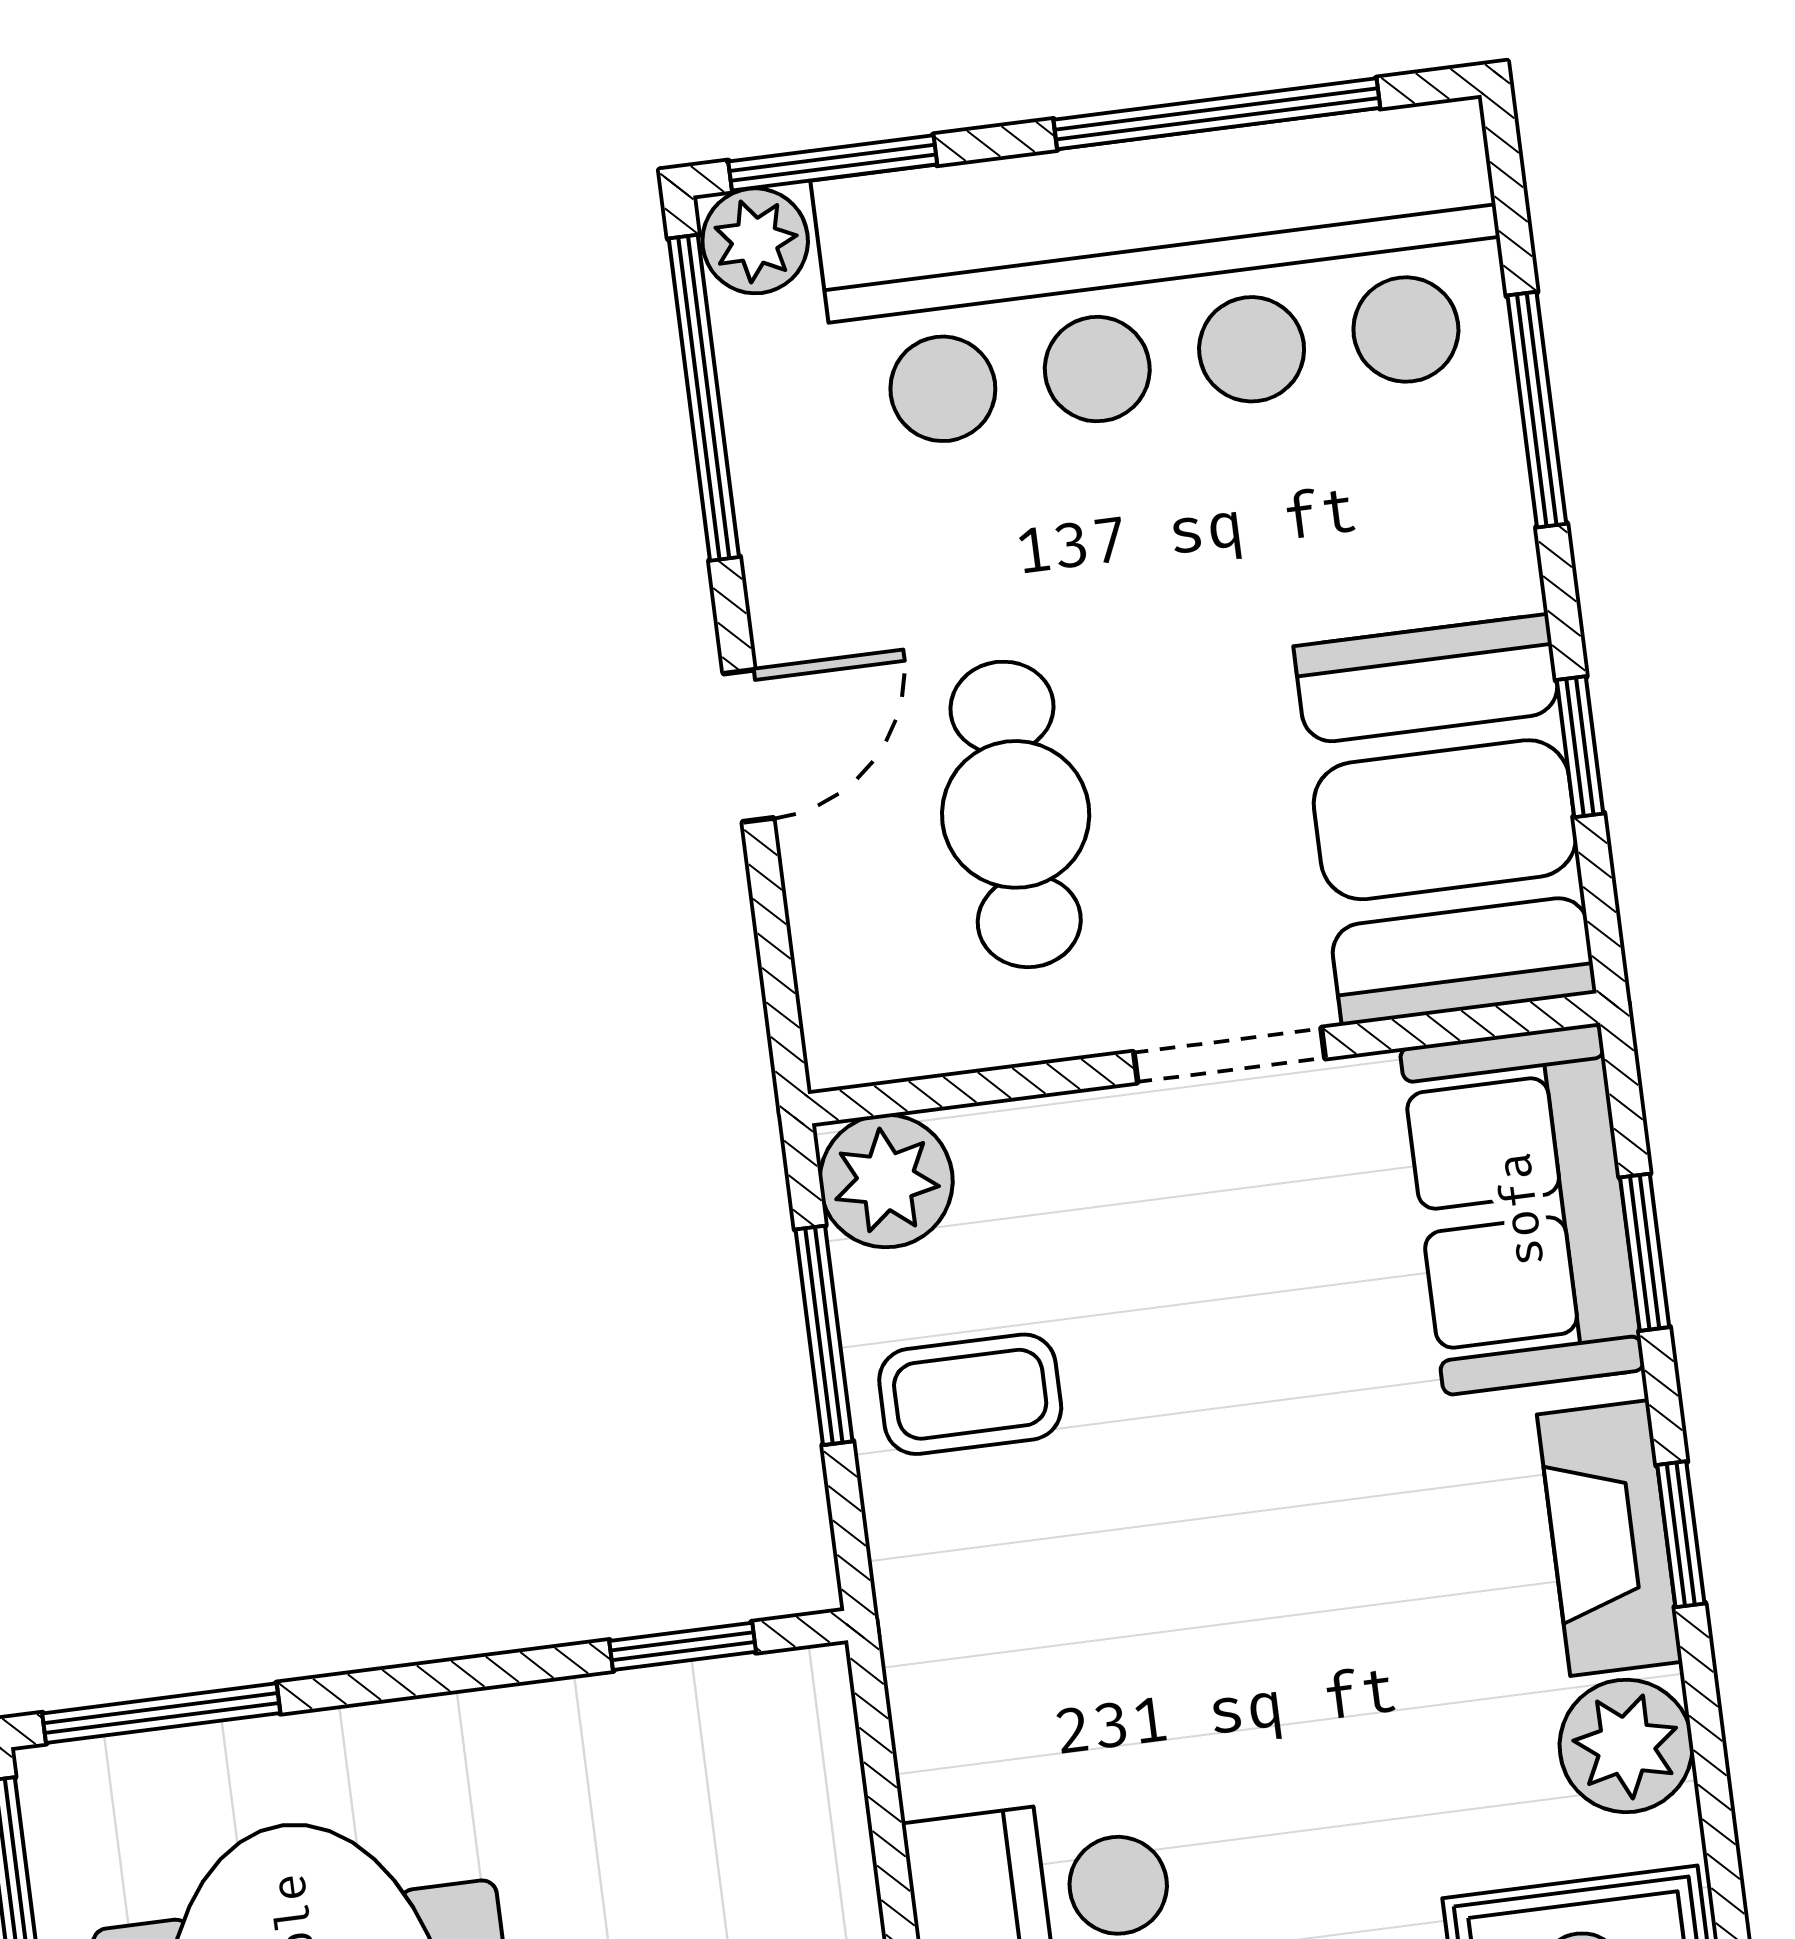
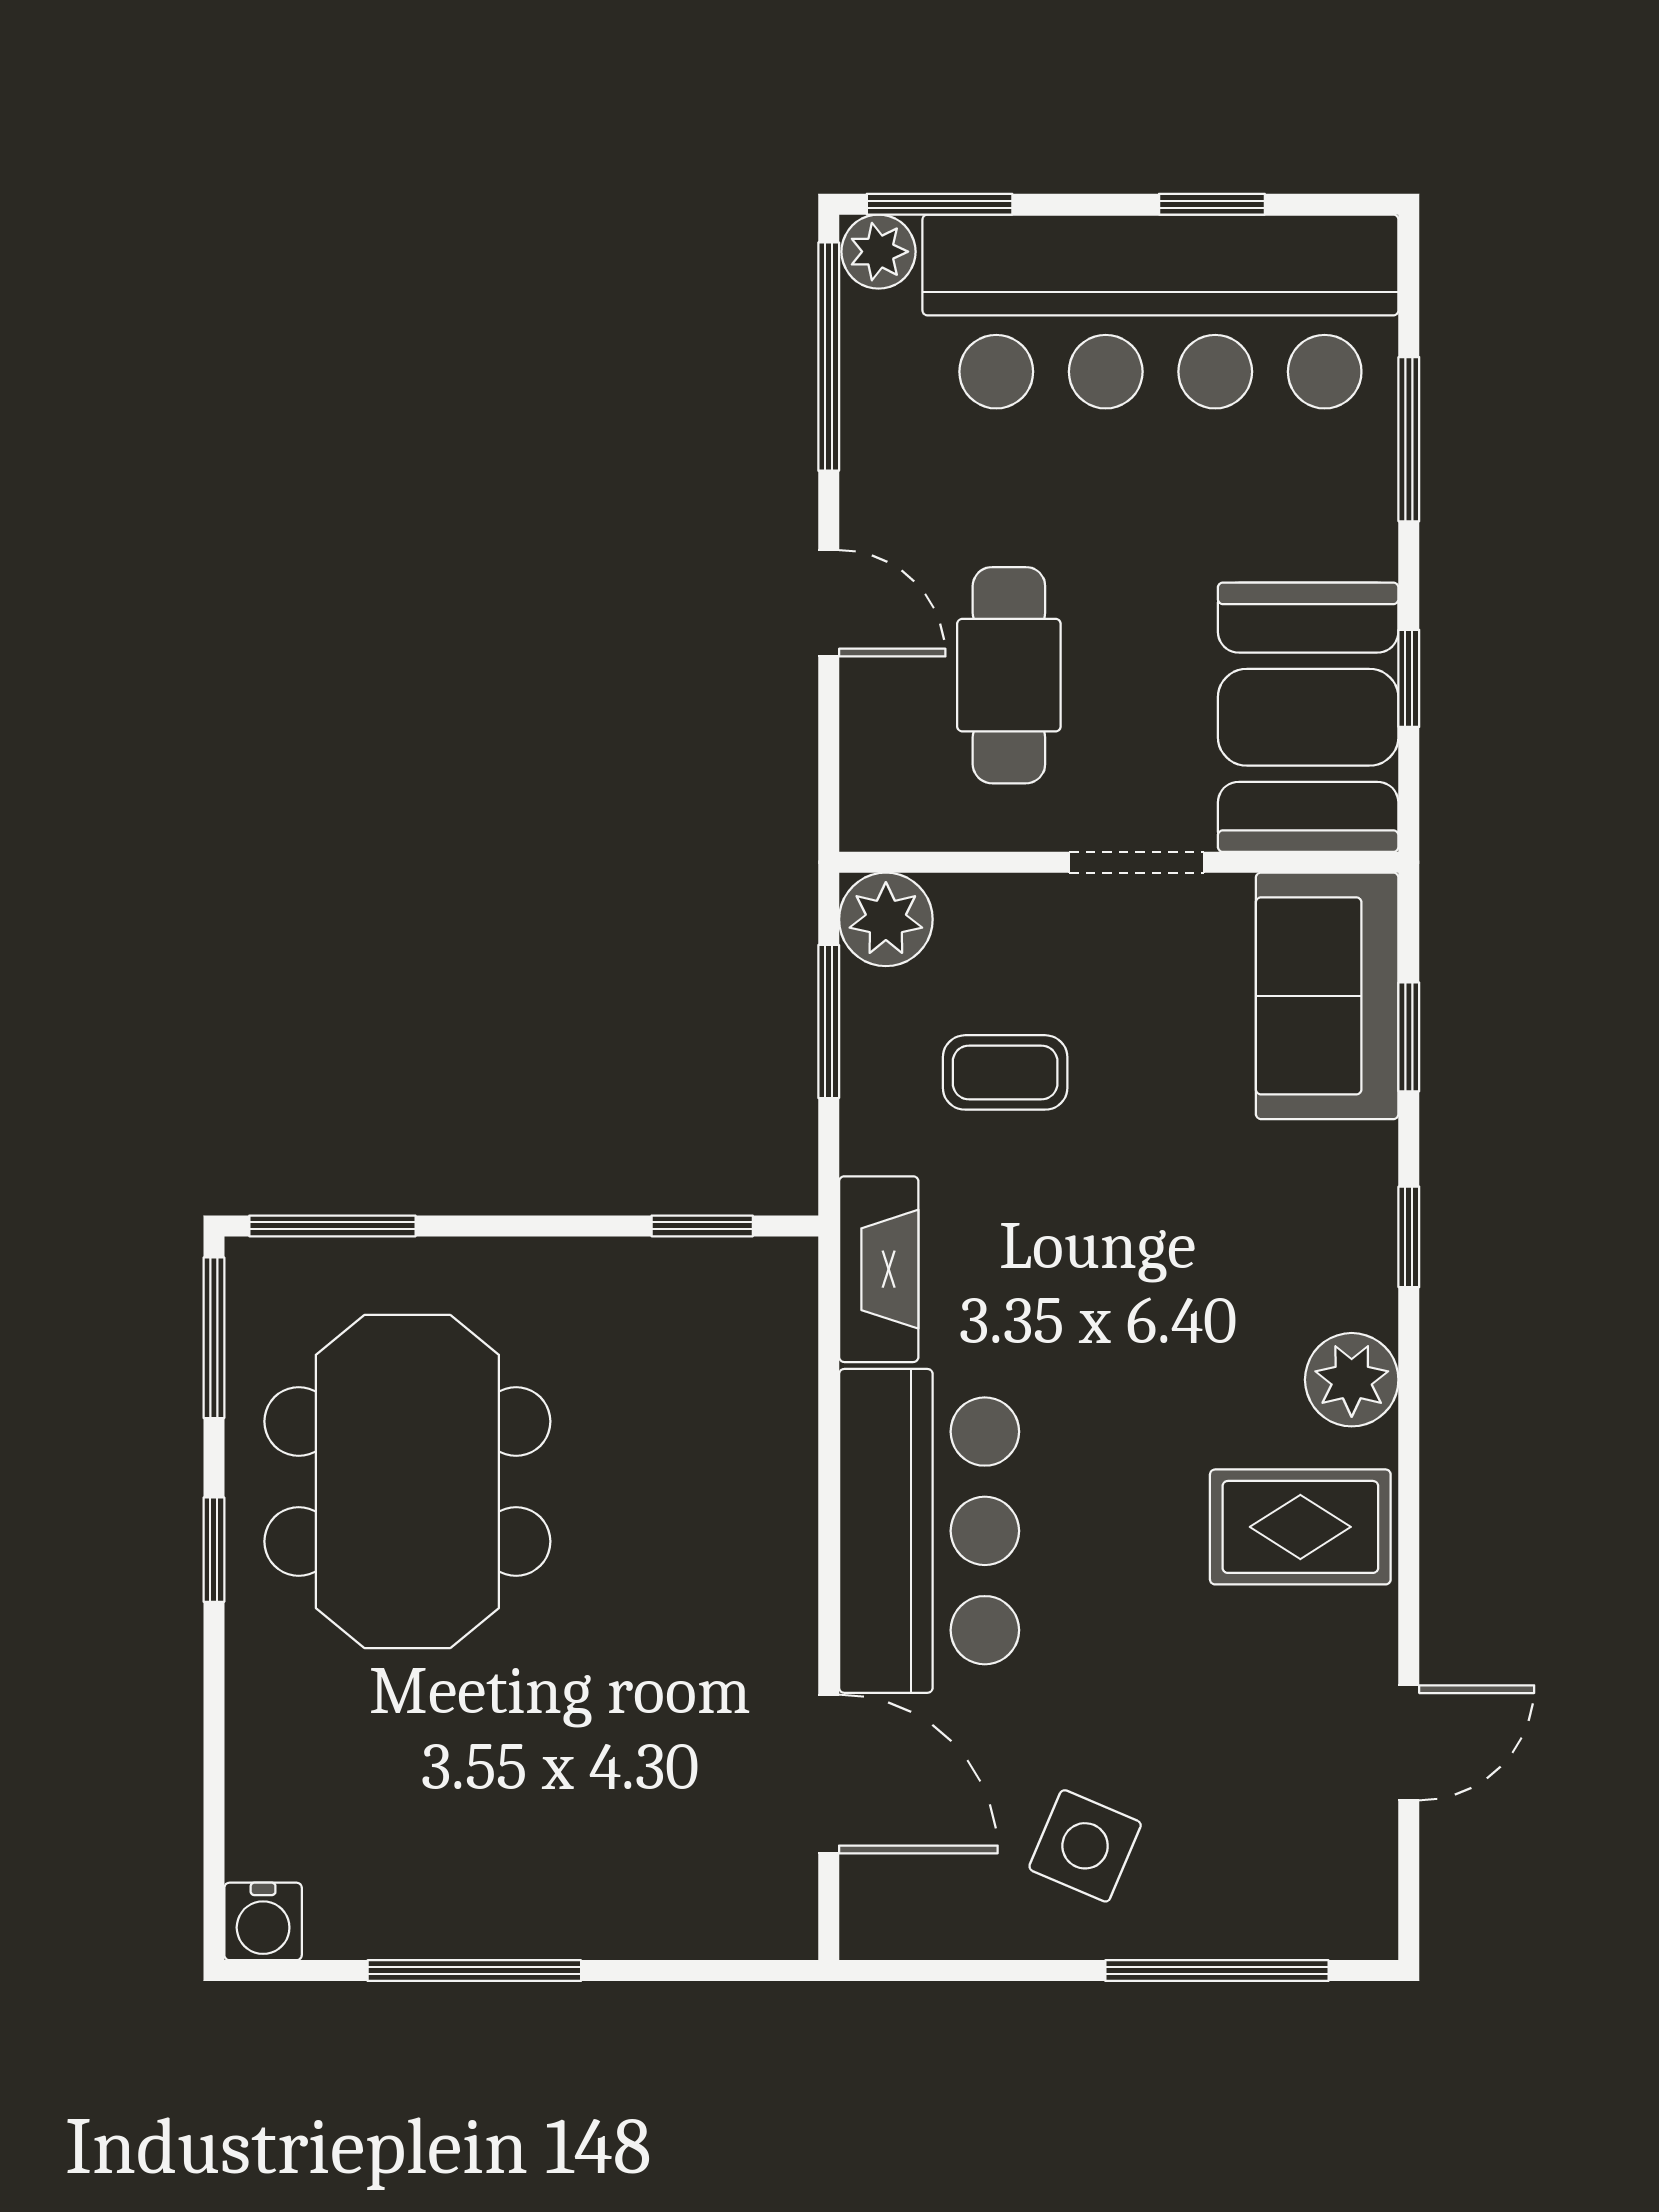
window: (1217, 114) -> (1212, 204), width x0.46
door: (748, 746) -> (829, 603), hinge flipped
coffee table: (970, 1394) -> (1005, 1072), moved
fireplace: (1610, 1538) -> (879, 1269), moved, turned 180

